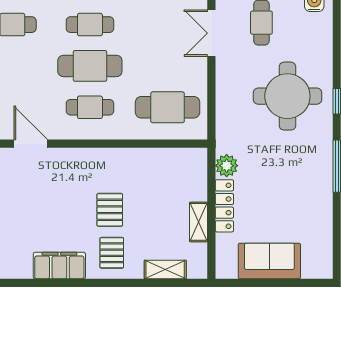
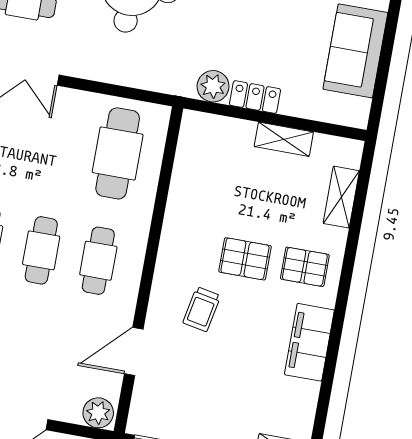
cafe table: (90, 66) -> (41, 250), width x0.73, depth x0.74
trolley: (69, 186) -> (202, 309), added
locker: (224, 206) -> (255, 97), width x0.66

